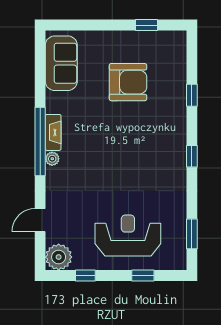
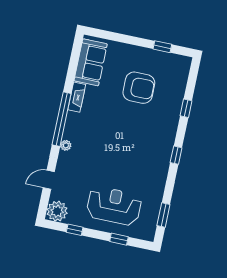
fireplace: (53, 132) -> (77, 97), moved
plant: (52, 159) -> (66, 145), moved

